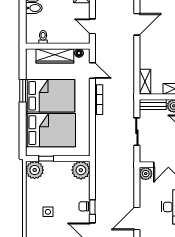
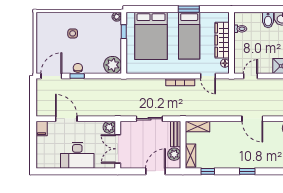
door: (92, 71) -> (208, 76), hinge flipped
bed: (50, 96) -> (189, 36), width x0.67
plant: (35, 170) -> (117, 17), width x0.53, depth x0.53

